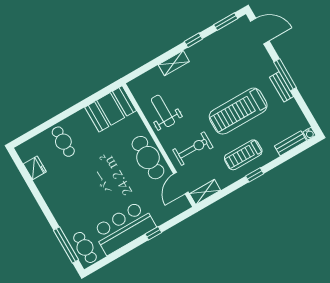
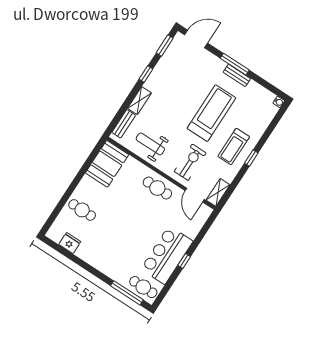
treadmill: (238, 111) -> (211, 113), turned 180
bench: (291, 143) -> (124, 124), moved
cafe table: (148, 158) -> (157, 188), width x0.73, depth x0.74
window: (153, 233) -> (184, 261), moved

